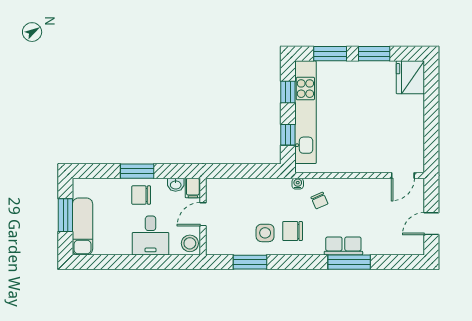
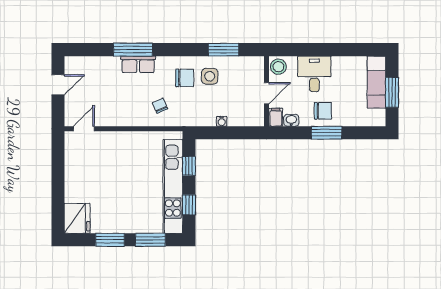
water cooler: (298, 184) -> (222, 121), moved

